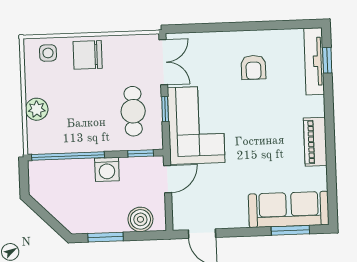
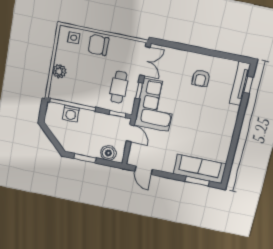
piano: (315, 142) -> (227, 133), removed
washing machine: (107, 169) -> (71, 114), moved
door: (168, 179) -> (130, 133), hinge flipped

